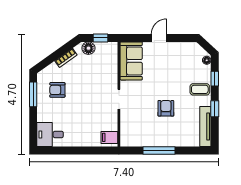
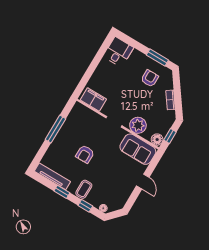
floor lamp: (88, 48) -> (157, 140), moved
plant: (108, 74) -> (138, 125), added
armchair: (166, 108) -> (85, 154), turned 90
filing cabinet: (109, 137) -> (93, 100), width x2.00

